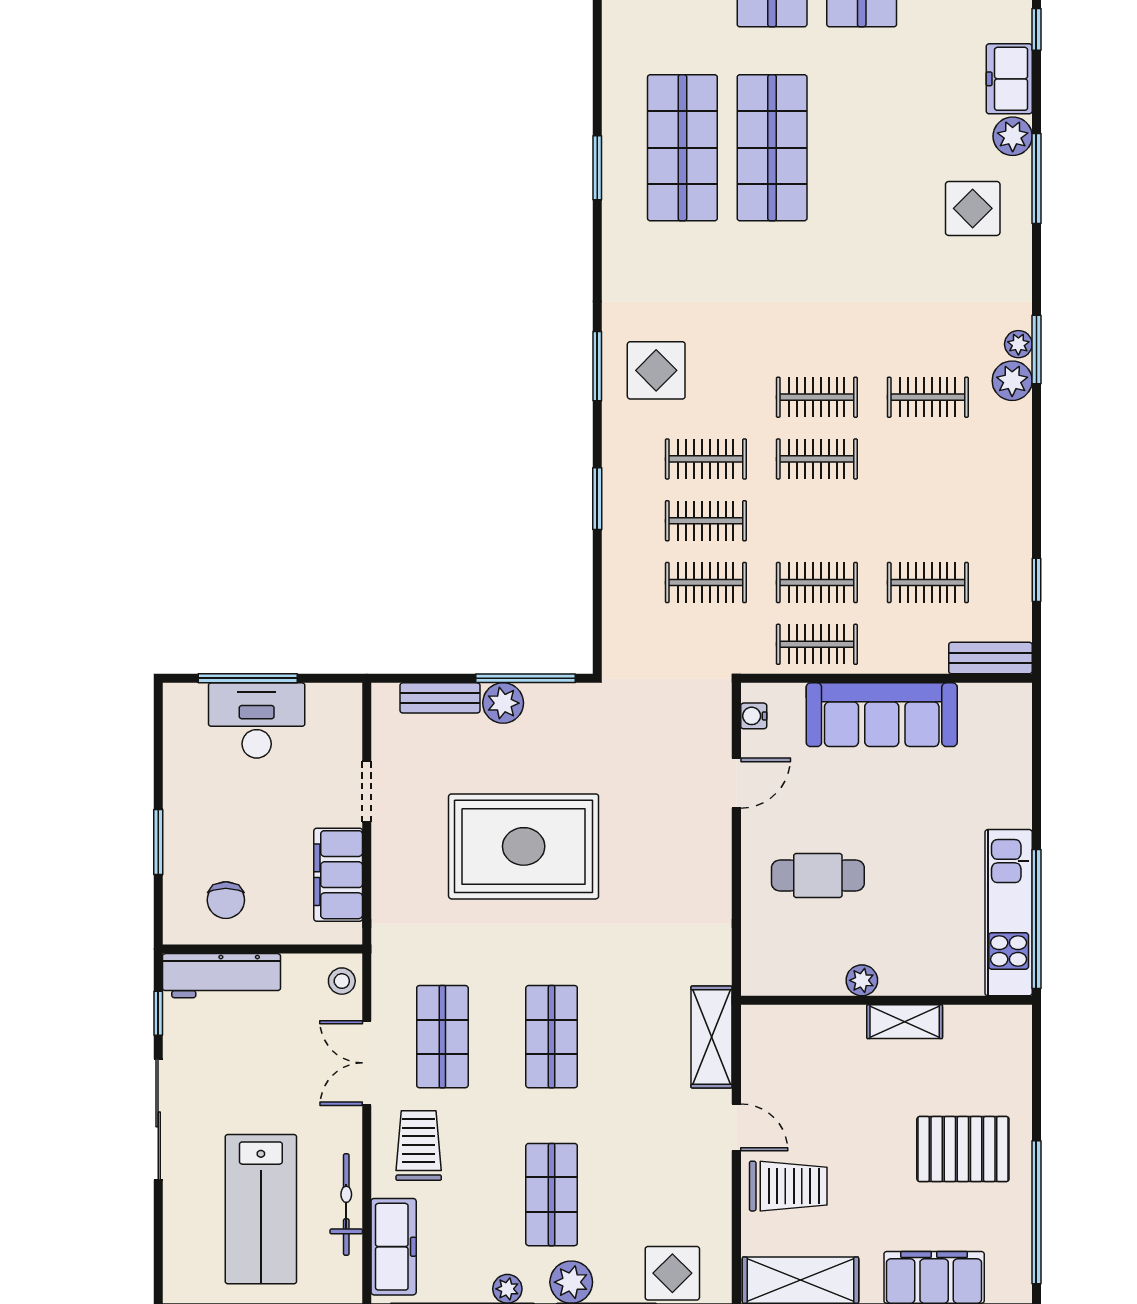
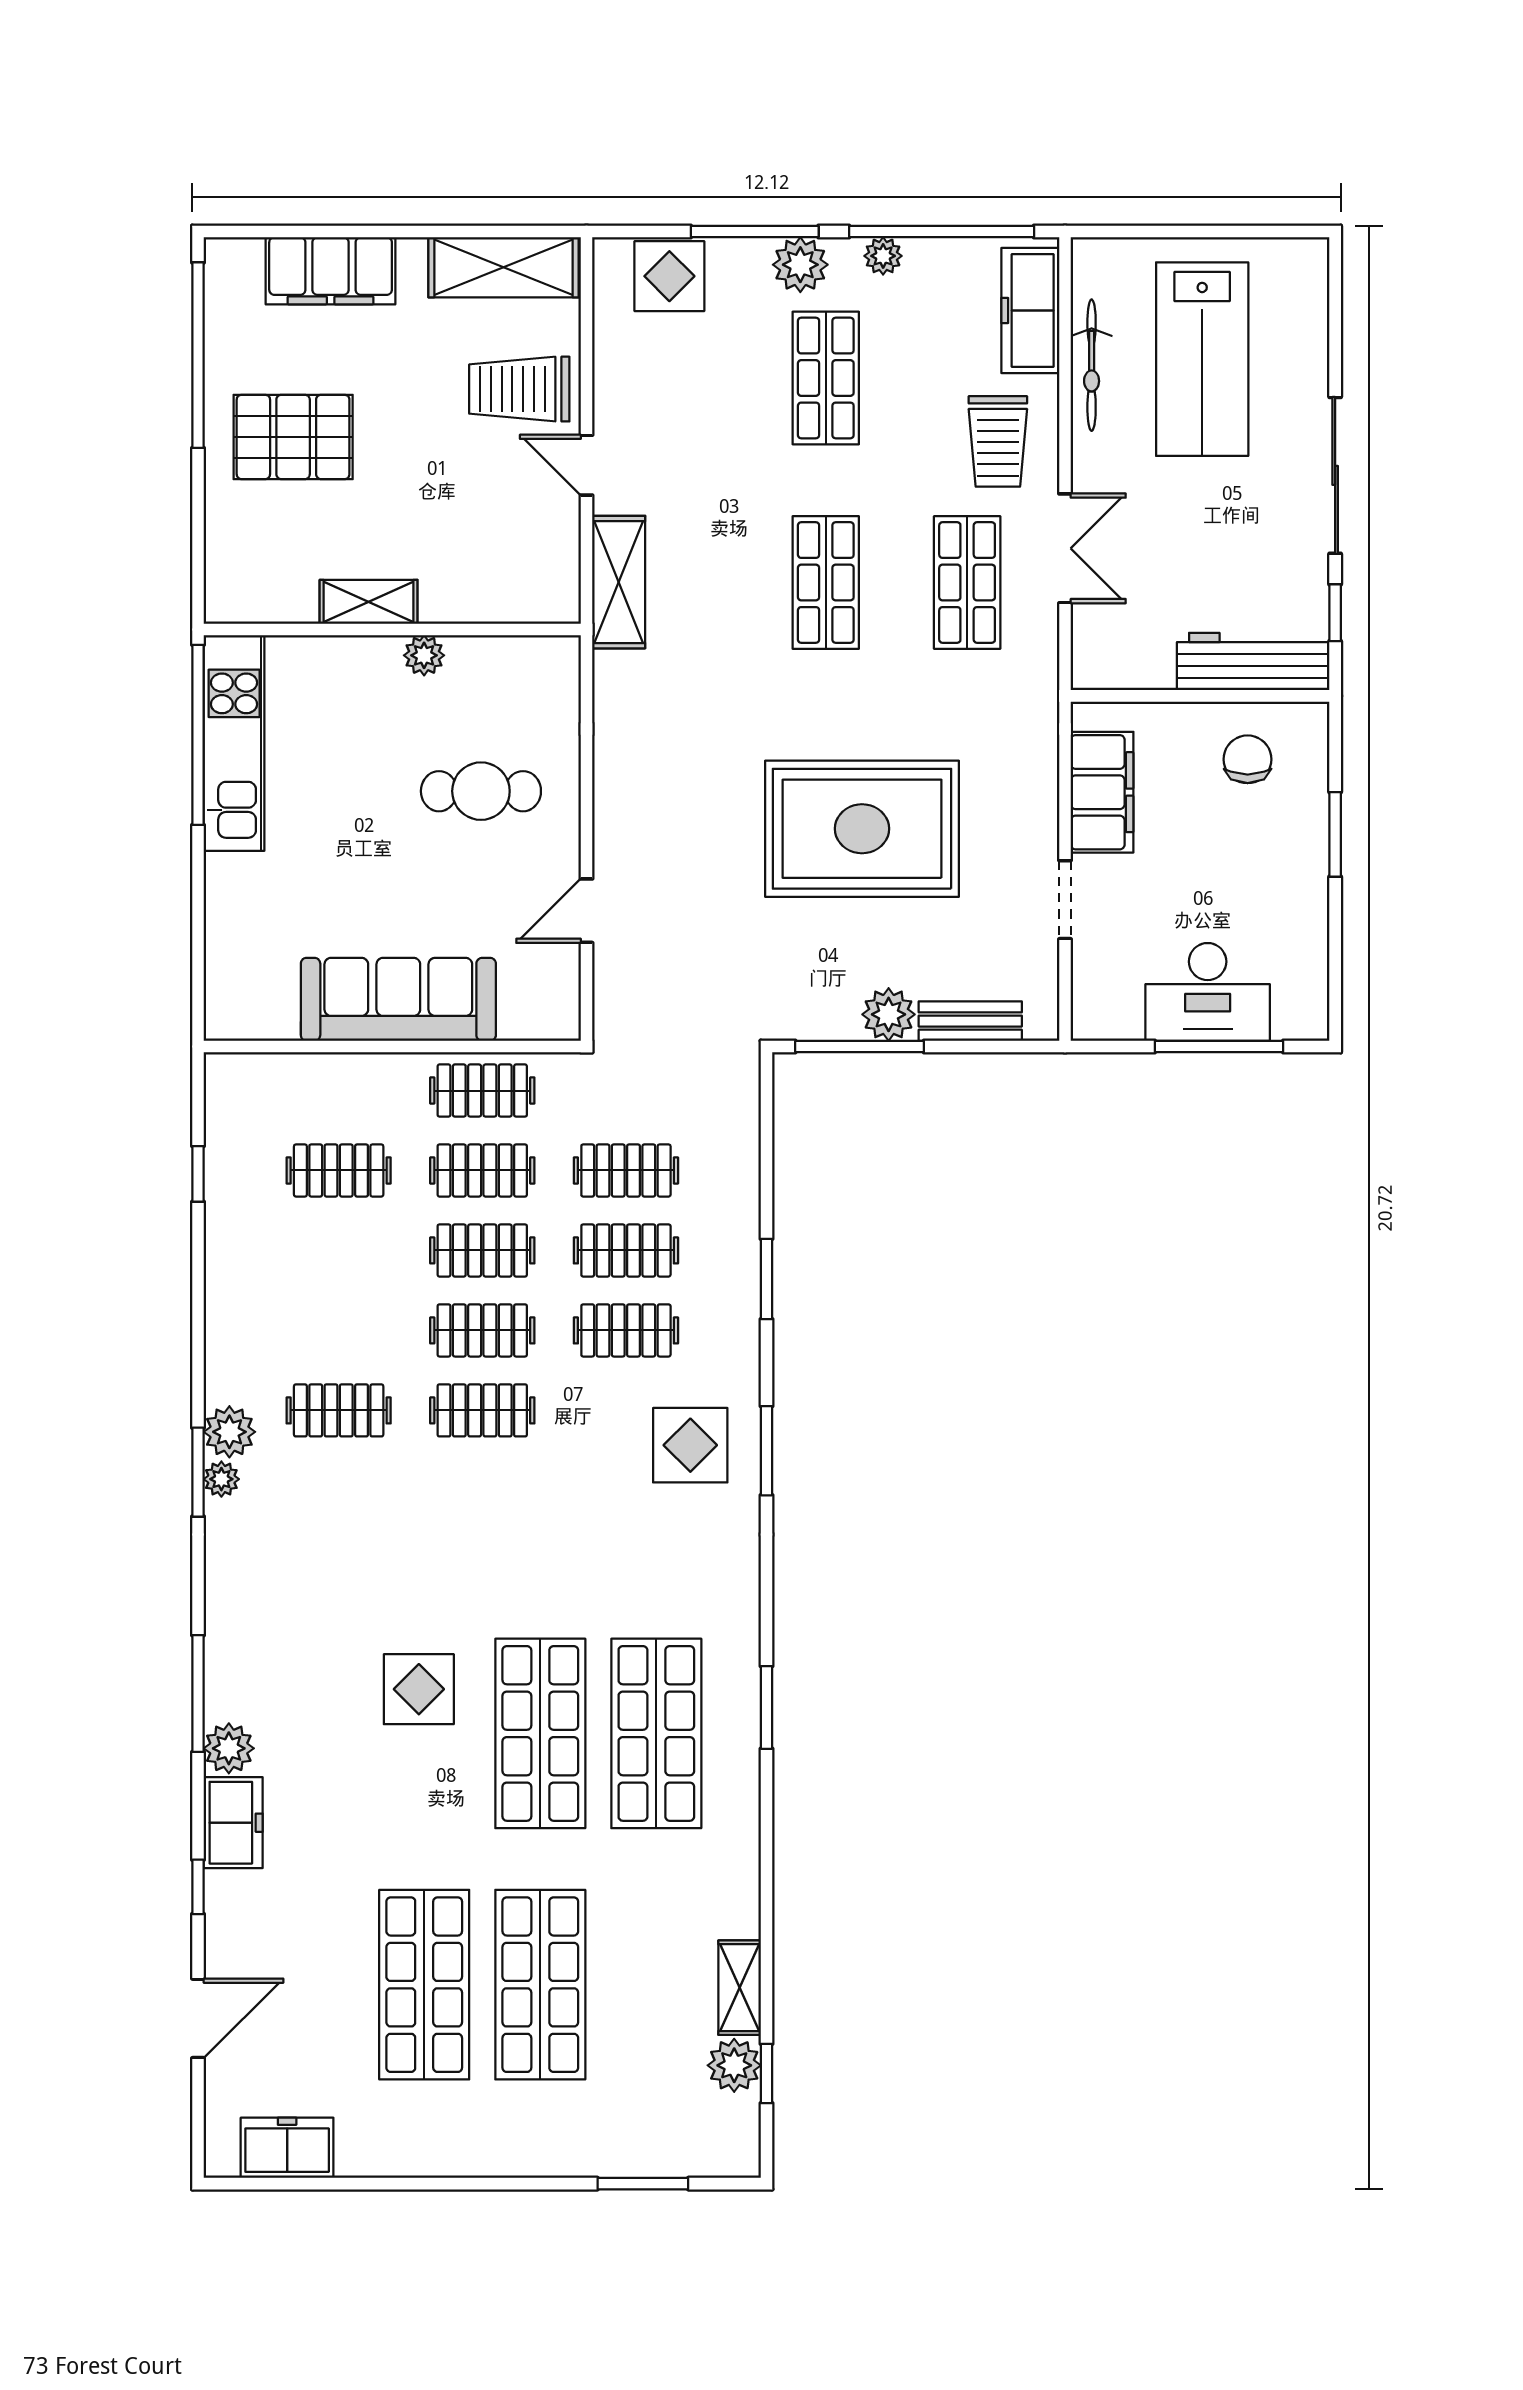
display table: (973, 208) -> (419, 1689), moved
clothes rail: (817, 521) -> (482, 1250), added
bench: (990, 658) -> (257, 1073), removed
water cooler: (754, 716) -> (564, 998), removed
stool: (342, 981) -> (1097, 654), removed
lab bench: (261, 1209) -> (1202, 359), turned 180

